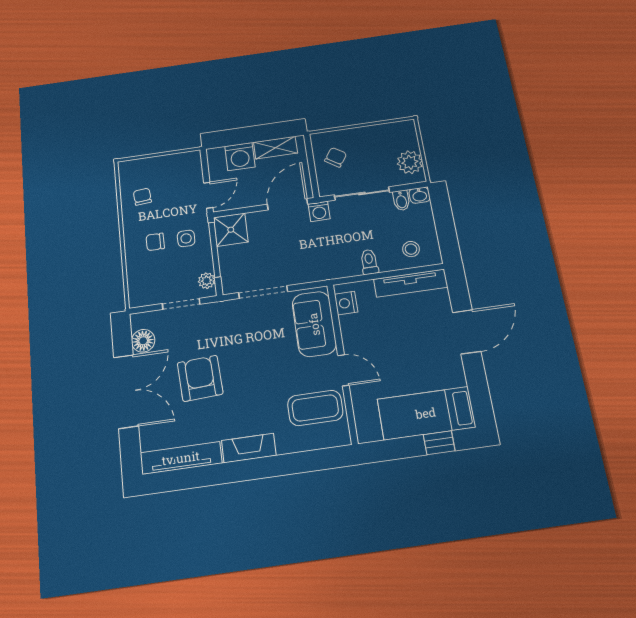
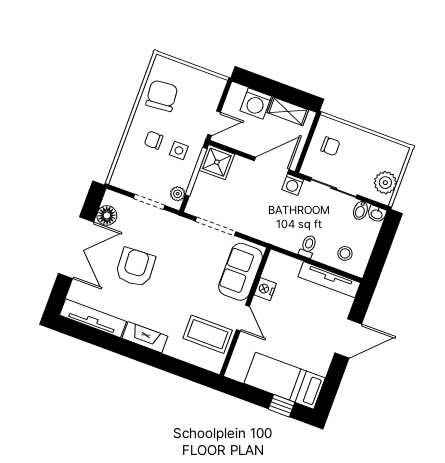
chair: (336, 157) -> (330, 146), turned 56
chair: (142, 197) -> (162, 96), width x1.87, depth x1.87
nightstand: (346, 303) -> (265, 289), moved

